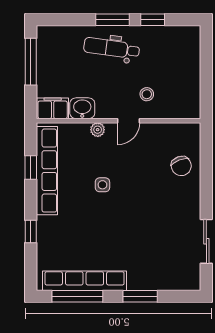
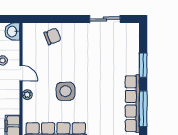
washbasin: (82, 108) -> (12, 32), moved
side table: (102, 185) -> (66, 91), width x1.87, depth x1.87

